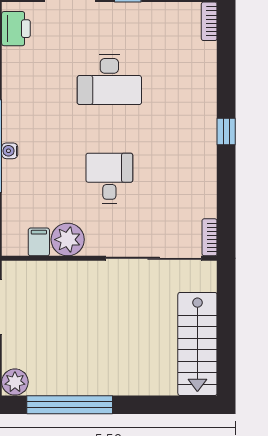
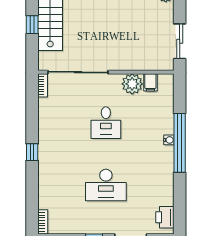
desk: (109, 79) -> (106, 185), turned 180
window: (226, 333) -> (32, 25), added

